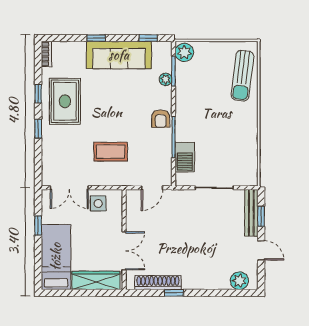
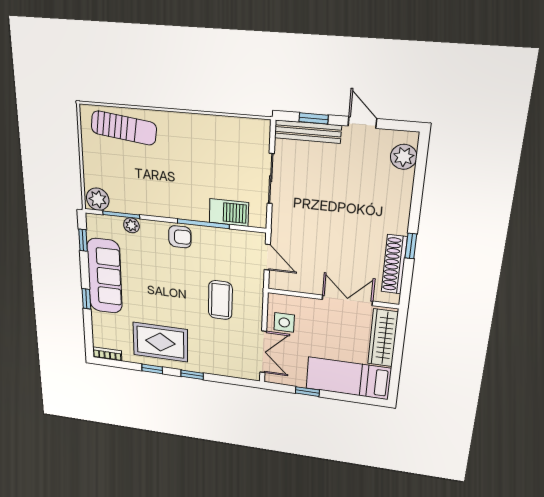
door: (261, 250) -> (362, 122), hinge flipped

